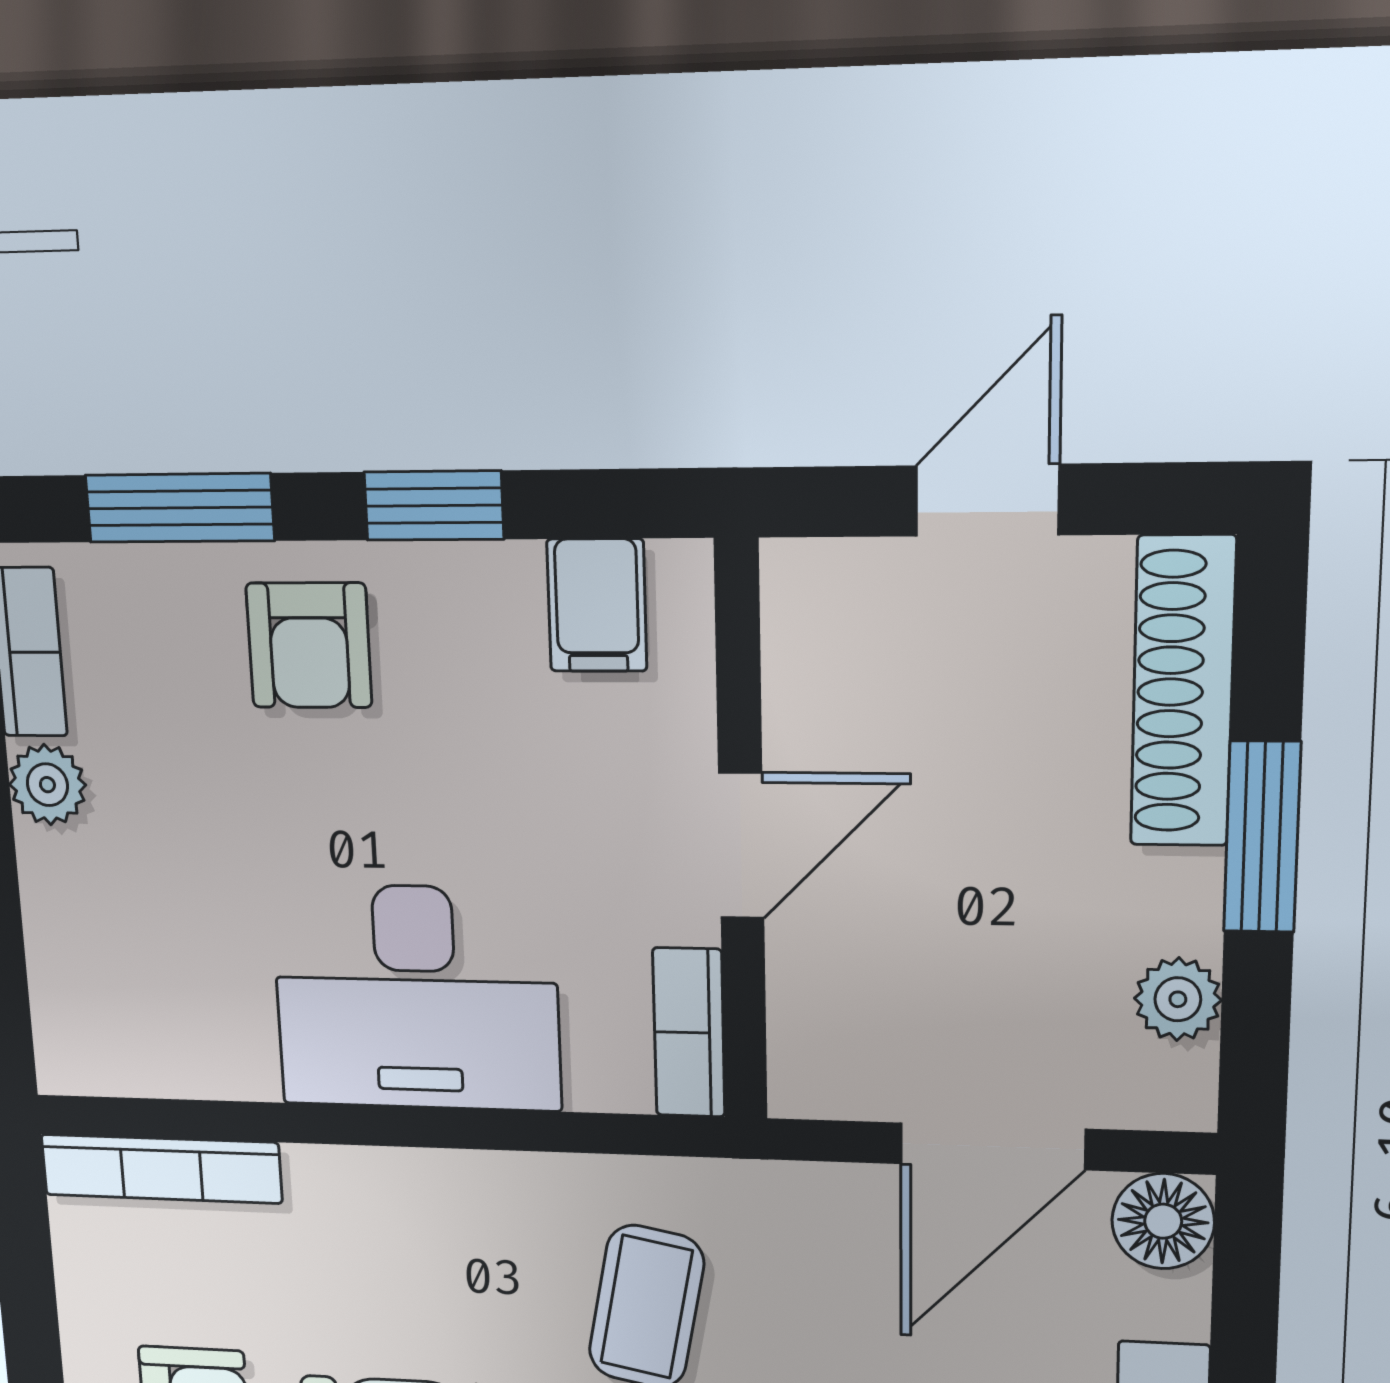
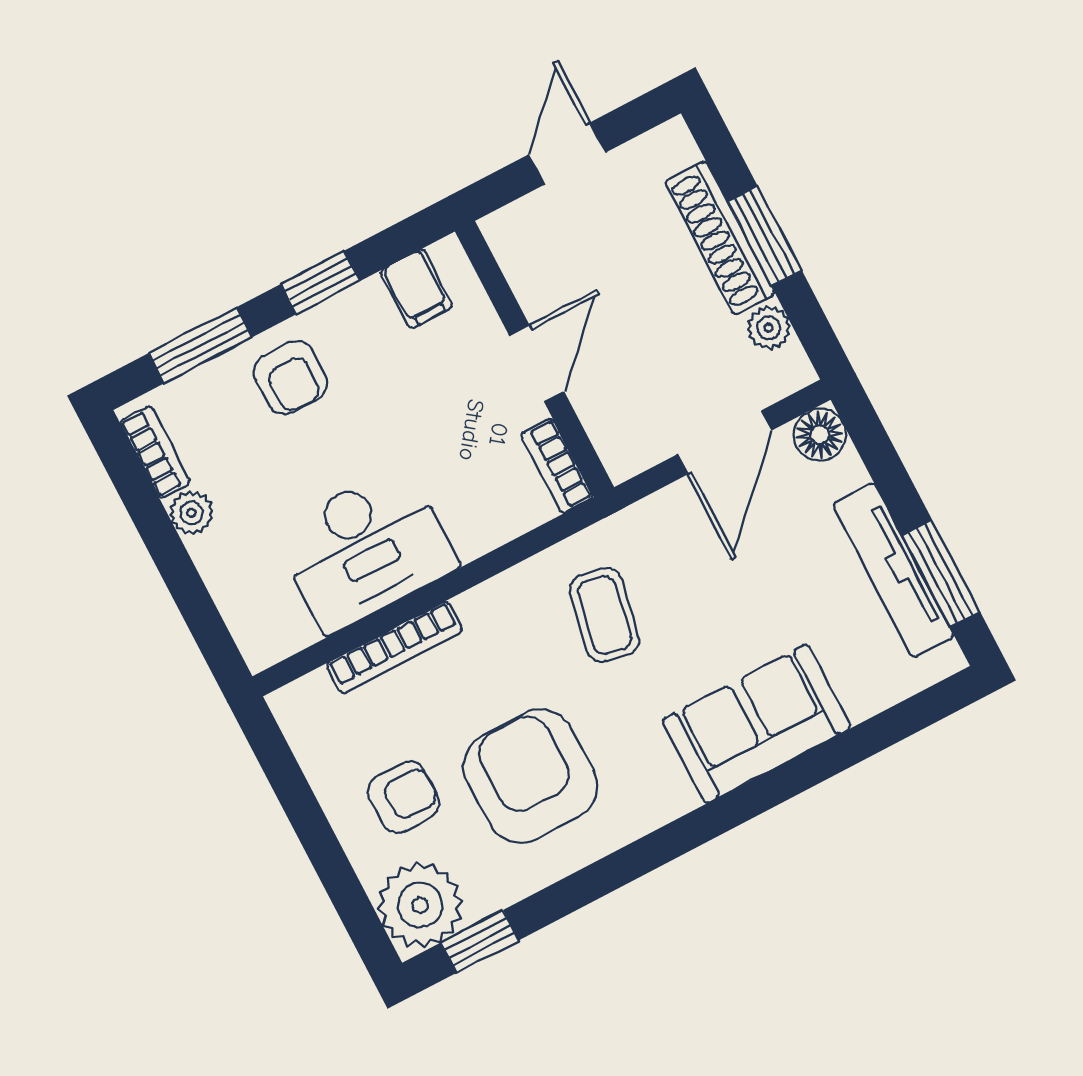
shoe rack: (1183, 692) -> (720, 238), moved
desk: (416, 998) -> (366, 548), moved
bookcase: (161, 1169) -> (395, 647), moved

